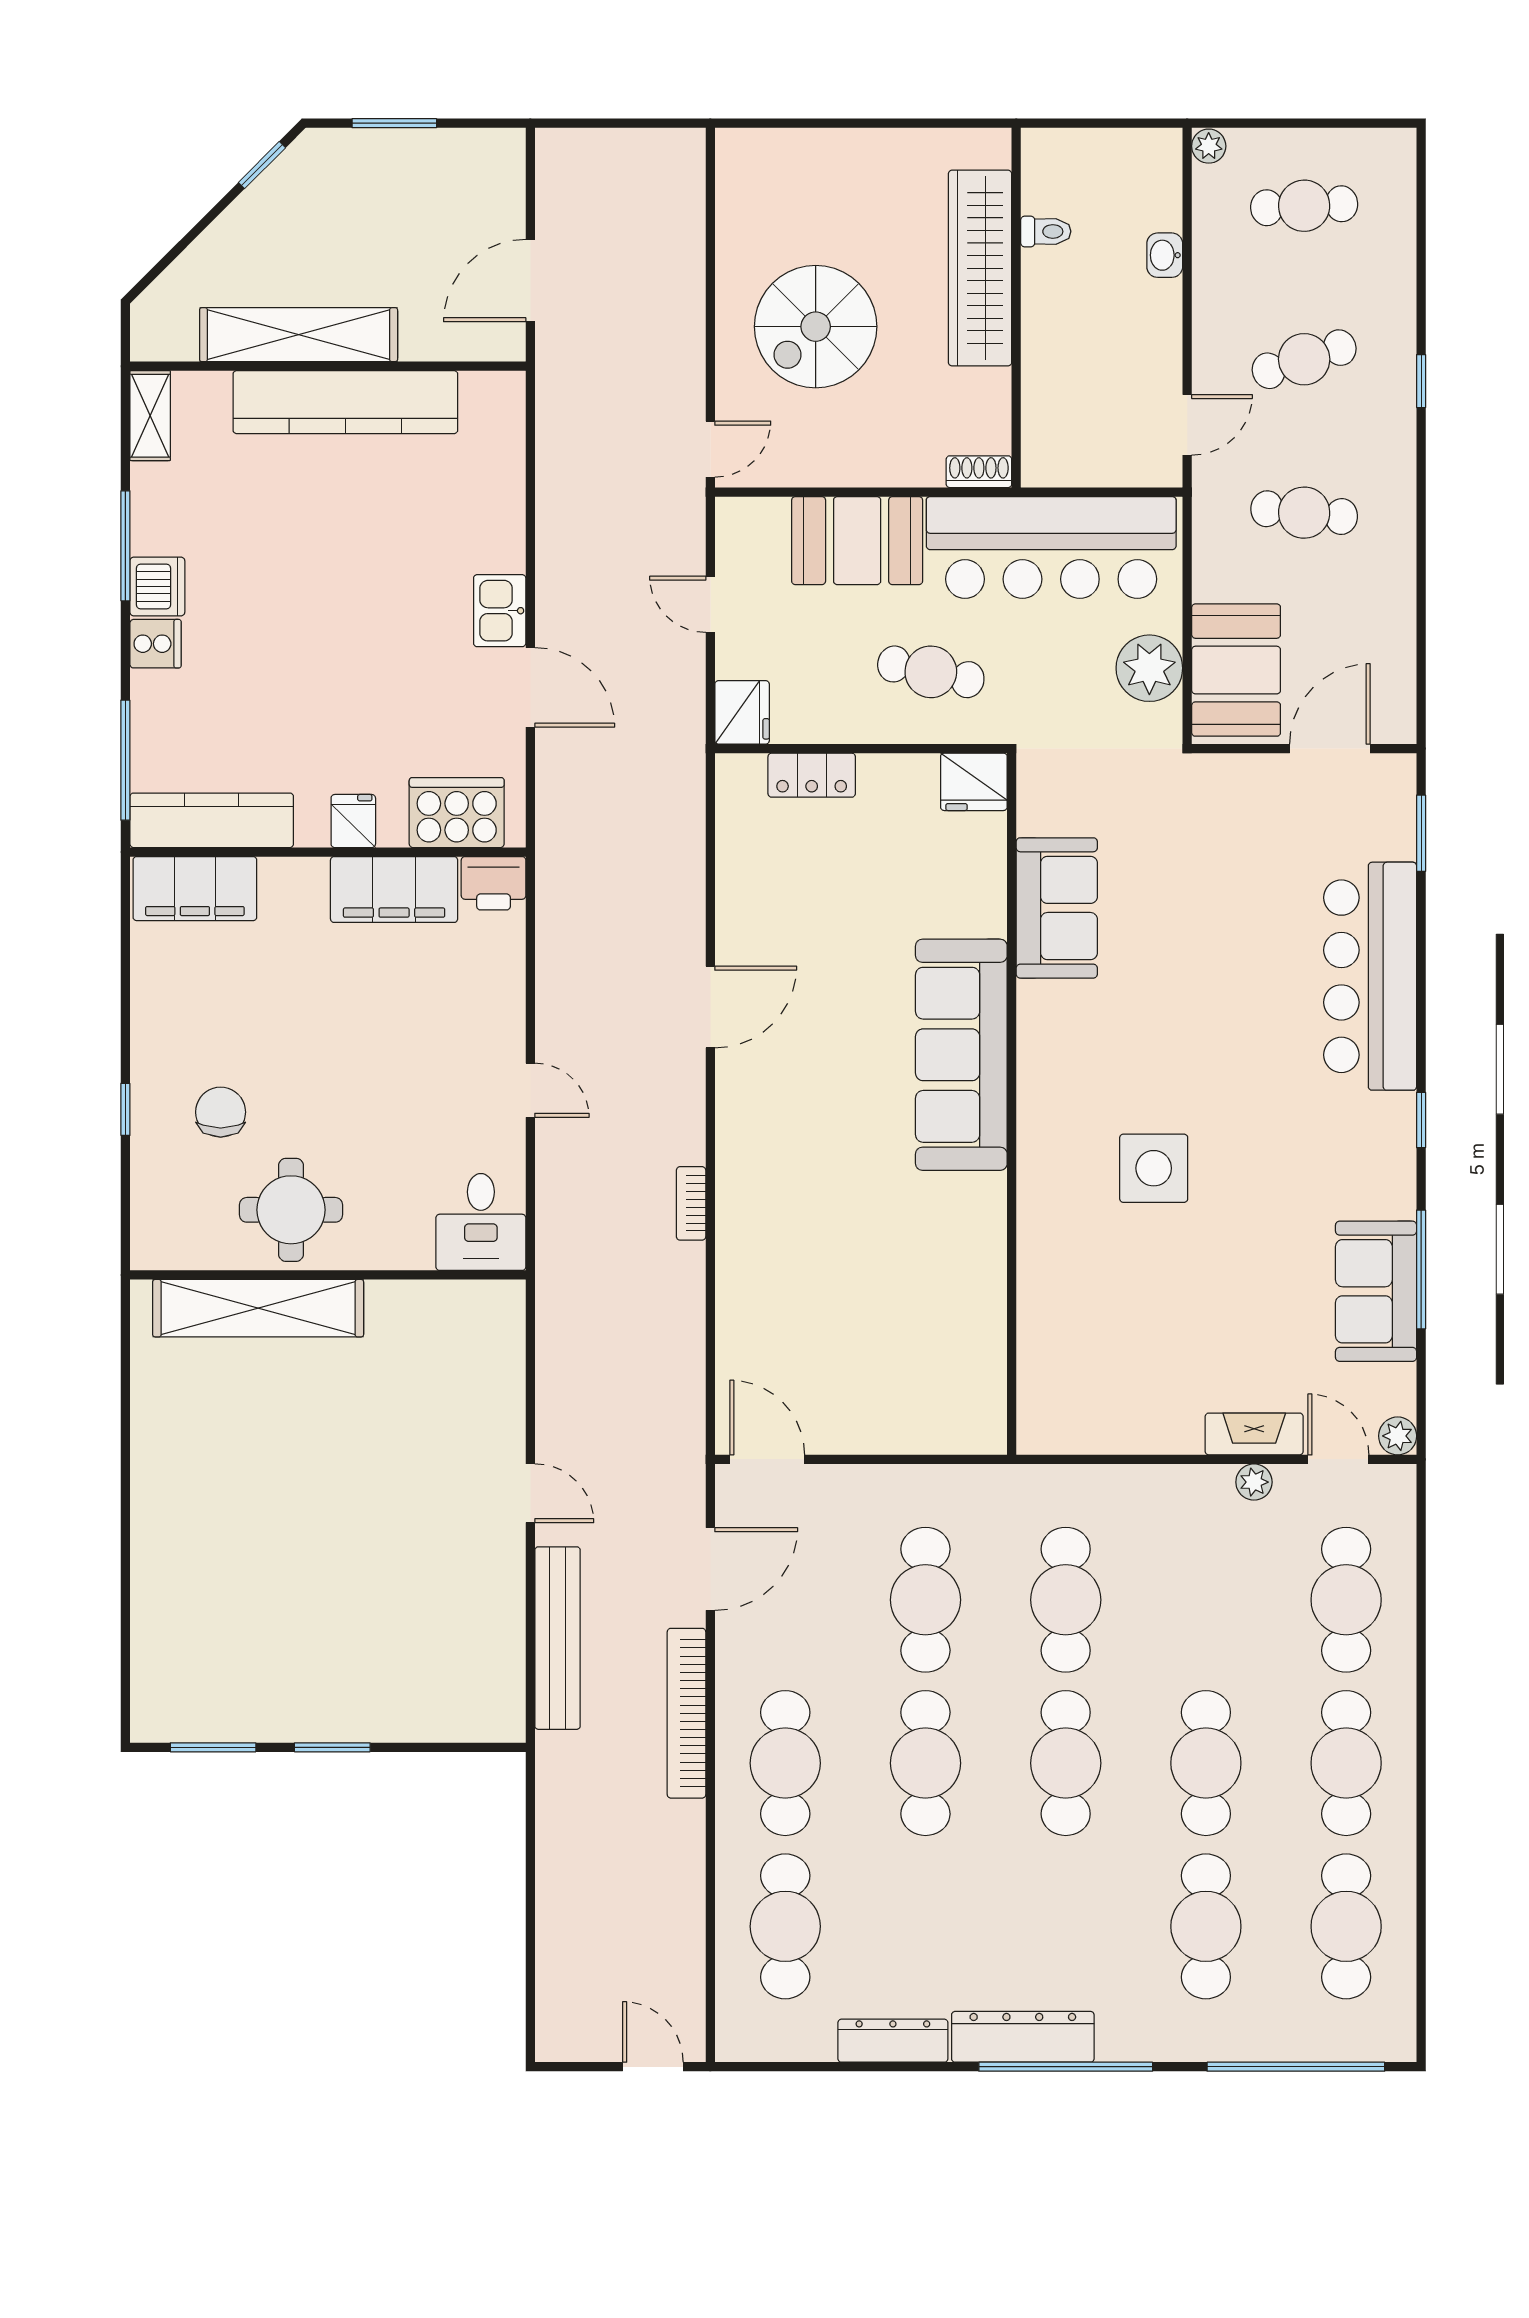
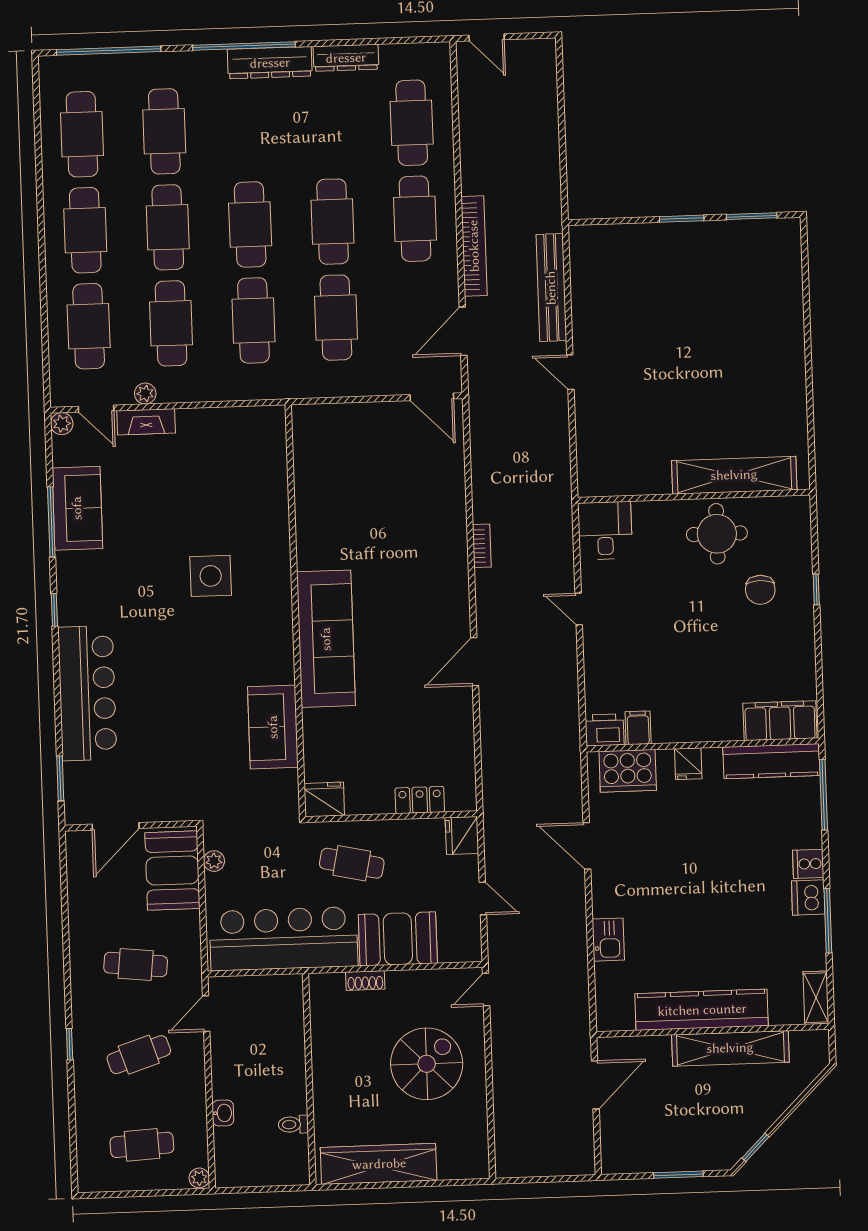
wardrobe: (980, 268) -> (379, 1164), moved, turned -90
shoe rack: (979, 472) -> (365, 981), moved
kitchen sink: (500, 611) -> (608, 940), moved
plant: (1149, 668) -> (214, 861), width x0.53, depth x0.53
filing cabinet: (394, 890) -> (638, 728), width x0.33, depth x0.86
cafe table: (1206, 1600) -> (171, 323), added

